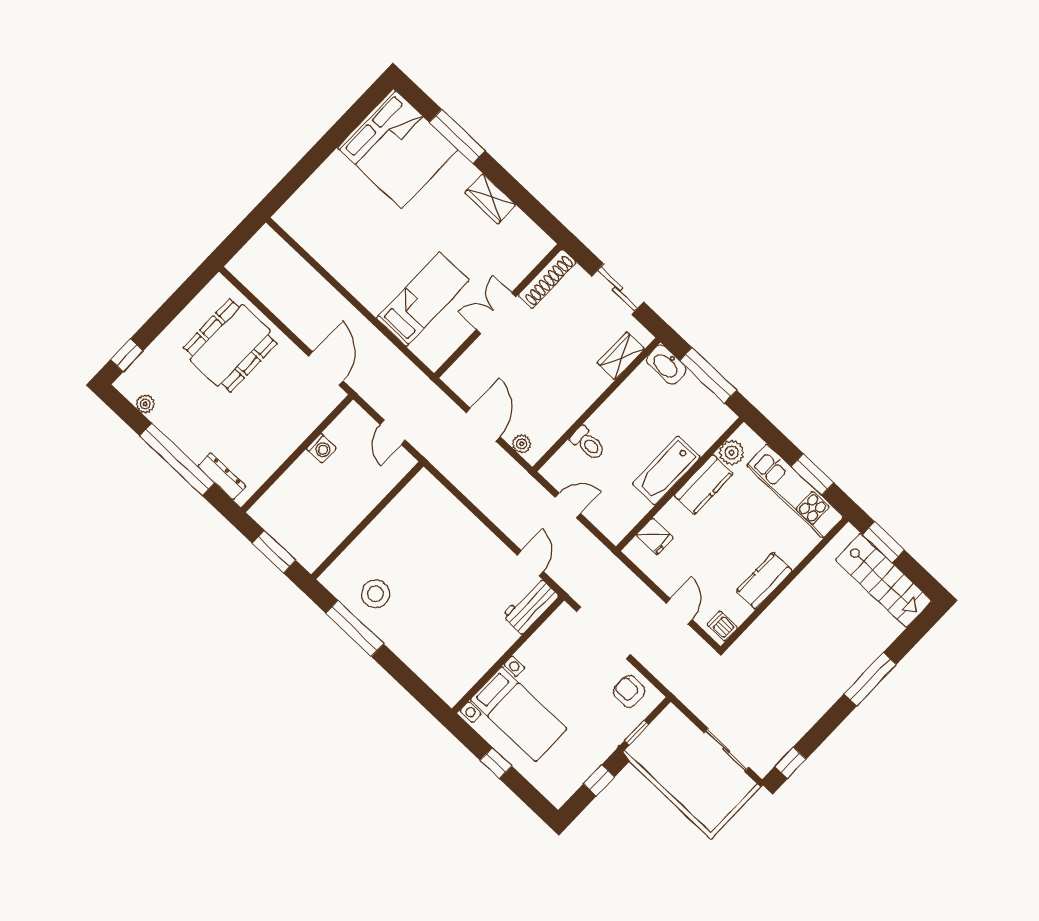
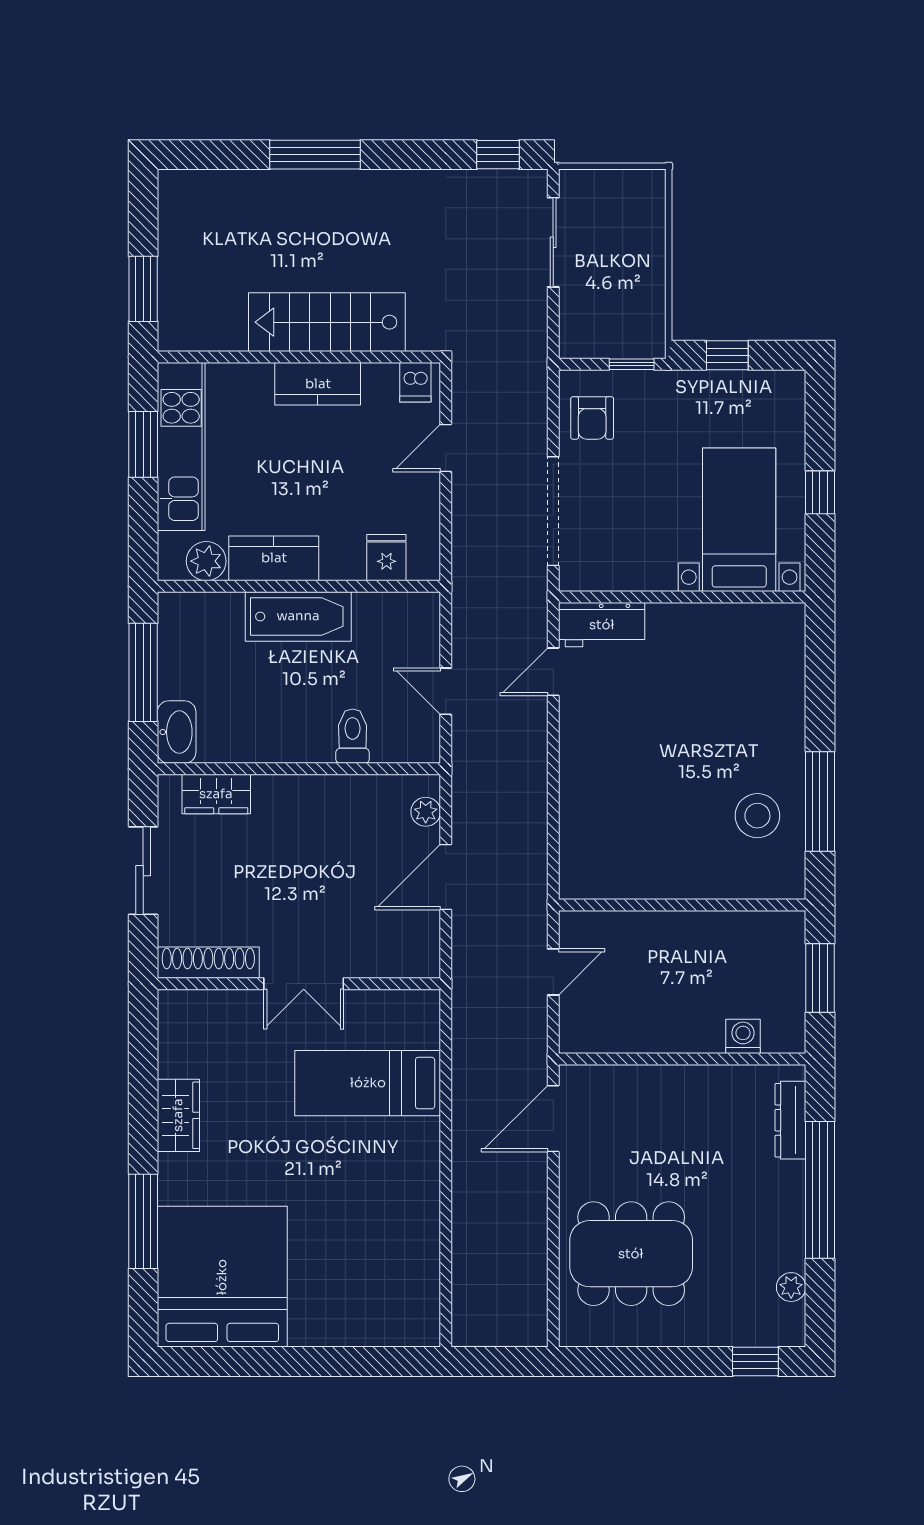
washing machine: (321, 448) -> (743, 1036), moved
stairs: (883, 580) -> (327, 322), moved, turned -90

